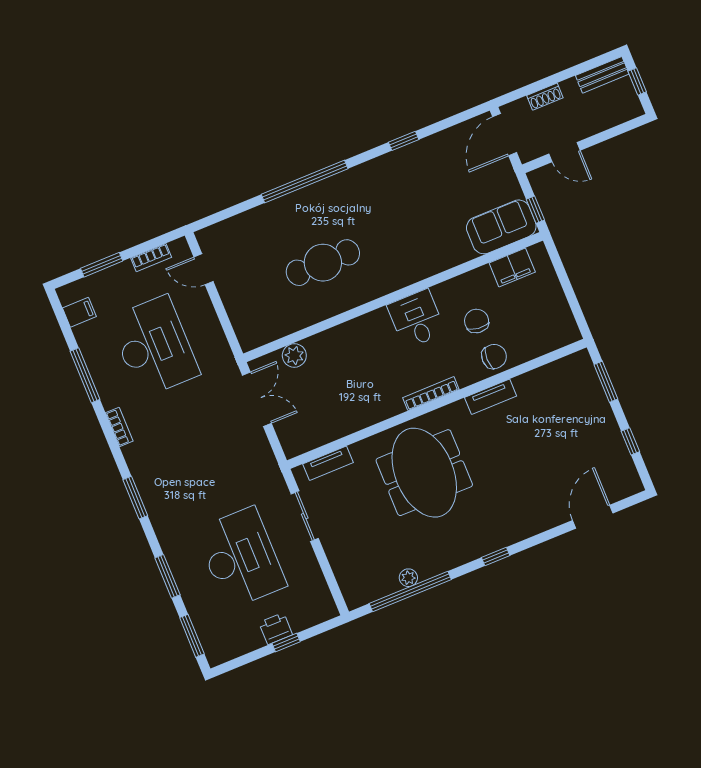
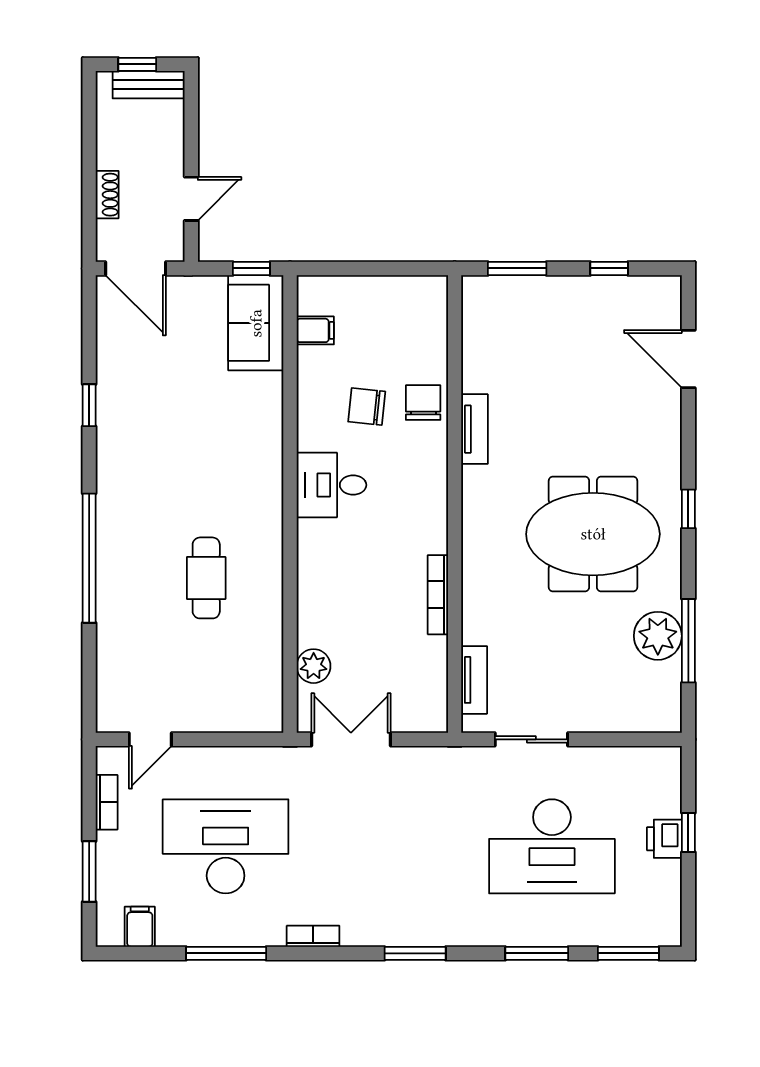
bench: (602, 75) -> (149, 85), moved, turned 90
cafe table: (323, 263) -> (206, 578), width x0.73, depth x0.74
filing cabinet: (512, 267) -> (315, 330), width x0.50
bookcase: (431, 394) -> (438, 595), moved
meeting table: (424, 473) -> (593, 534), moved
desk: (241, 558) -> (552, 846), turned 180
plant: (408, 578) -> (658, 636), width x1.88, depth x1.88
window: (410, 592) -> (688, 641), width x0.68

